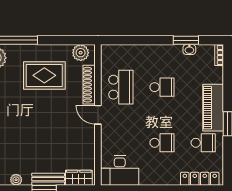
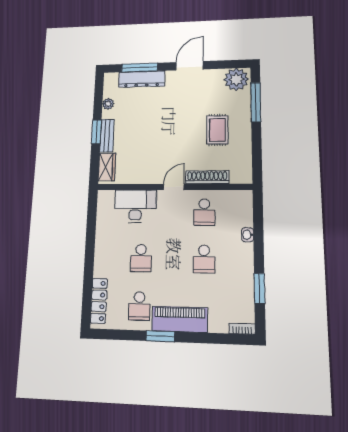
washbasin: (189, 49) -> (248, 235), moved
plant: (81, 53) -> (243, 168), removed
rug: (44, 75) -> (217, 130), width x0.73, depth x0.70
school desk: (121, 87) -> (204, 212), width x0.54
desk: (120, 171) -> (135, 206), moved, turned 90

